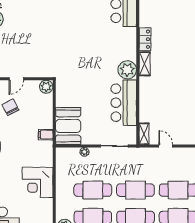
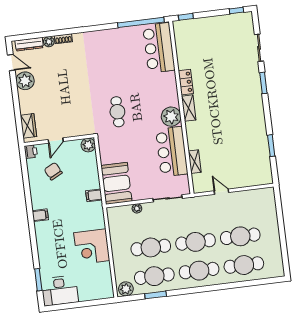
cafe table: (77, 59) -> (117, 112), added
shelving: (144, 134) -> (195, 162), moved

